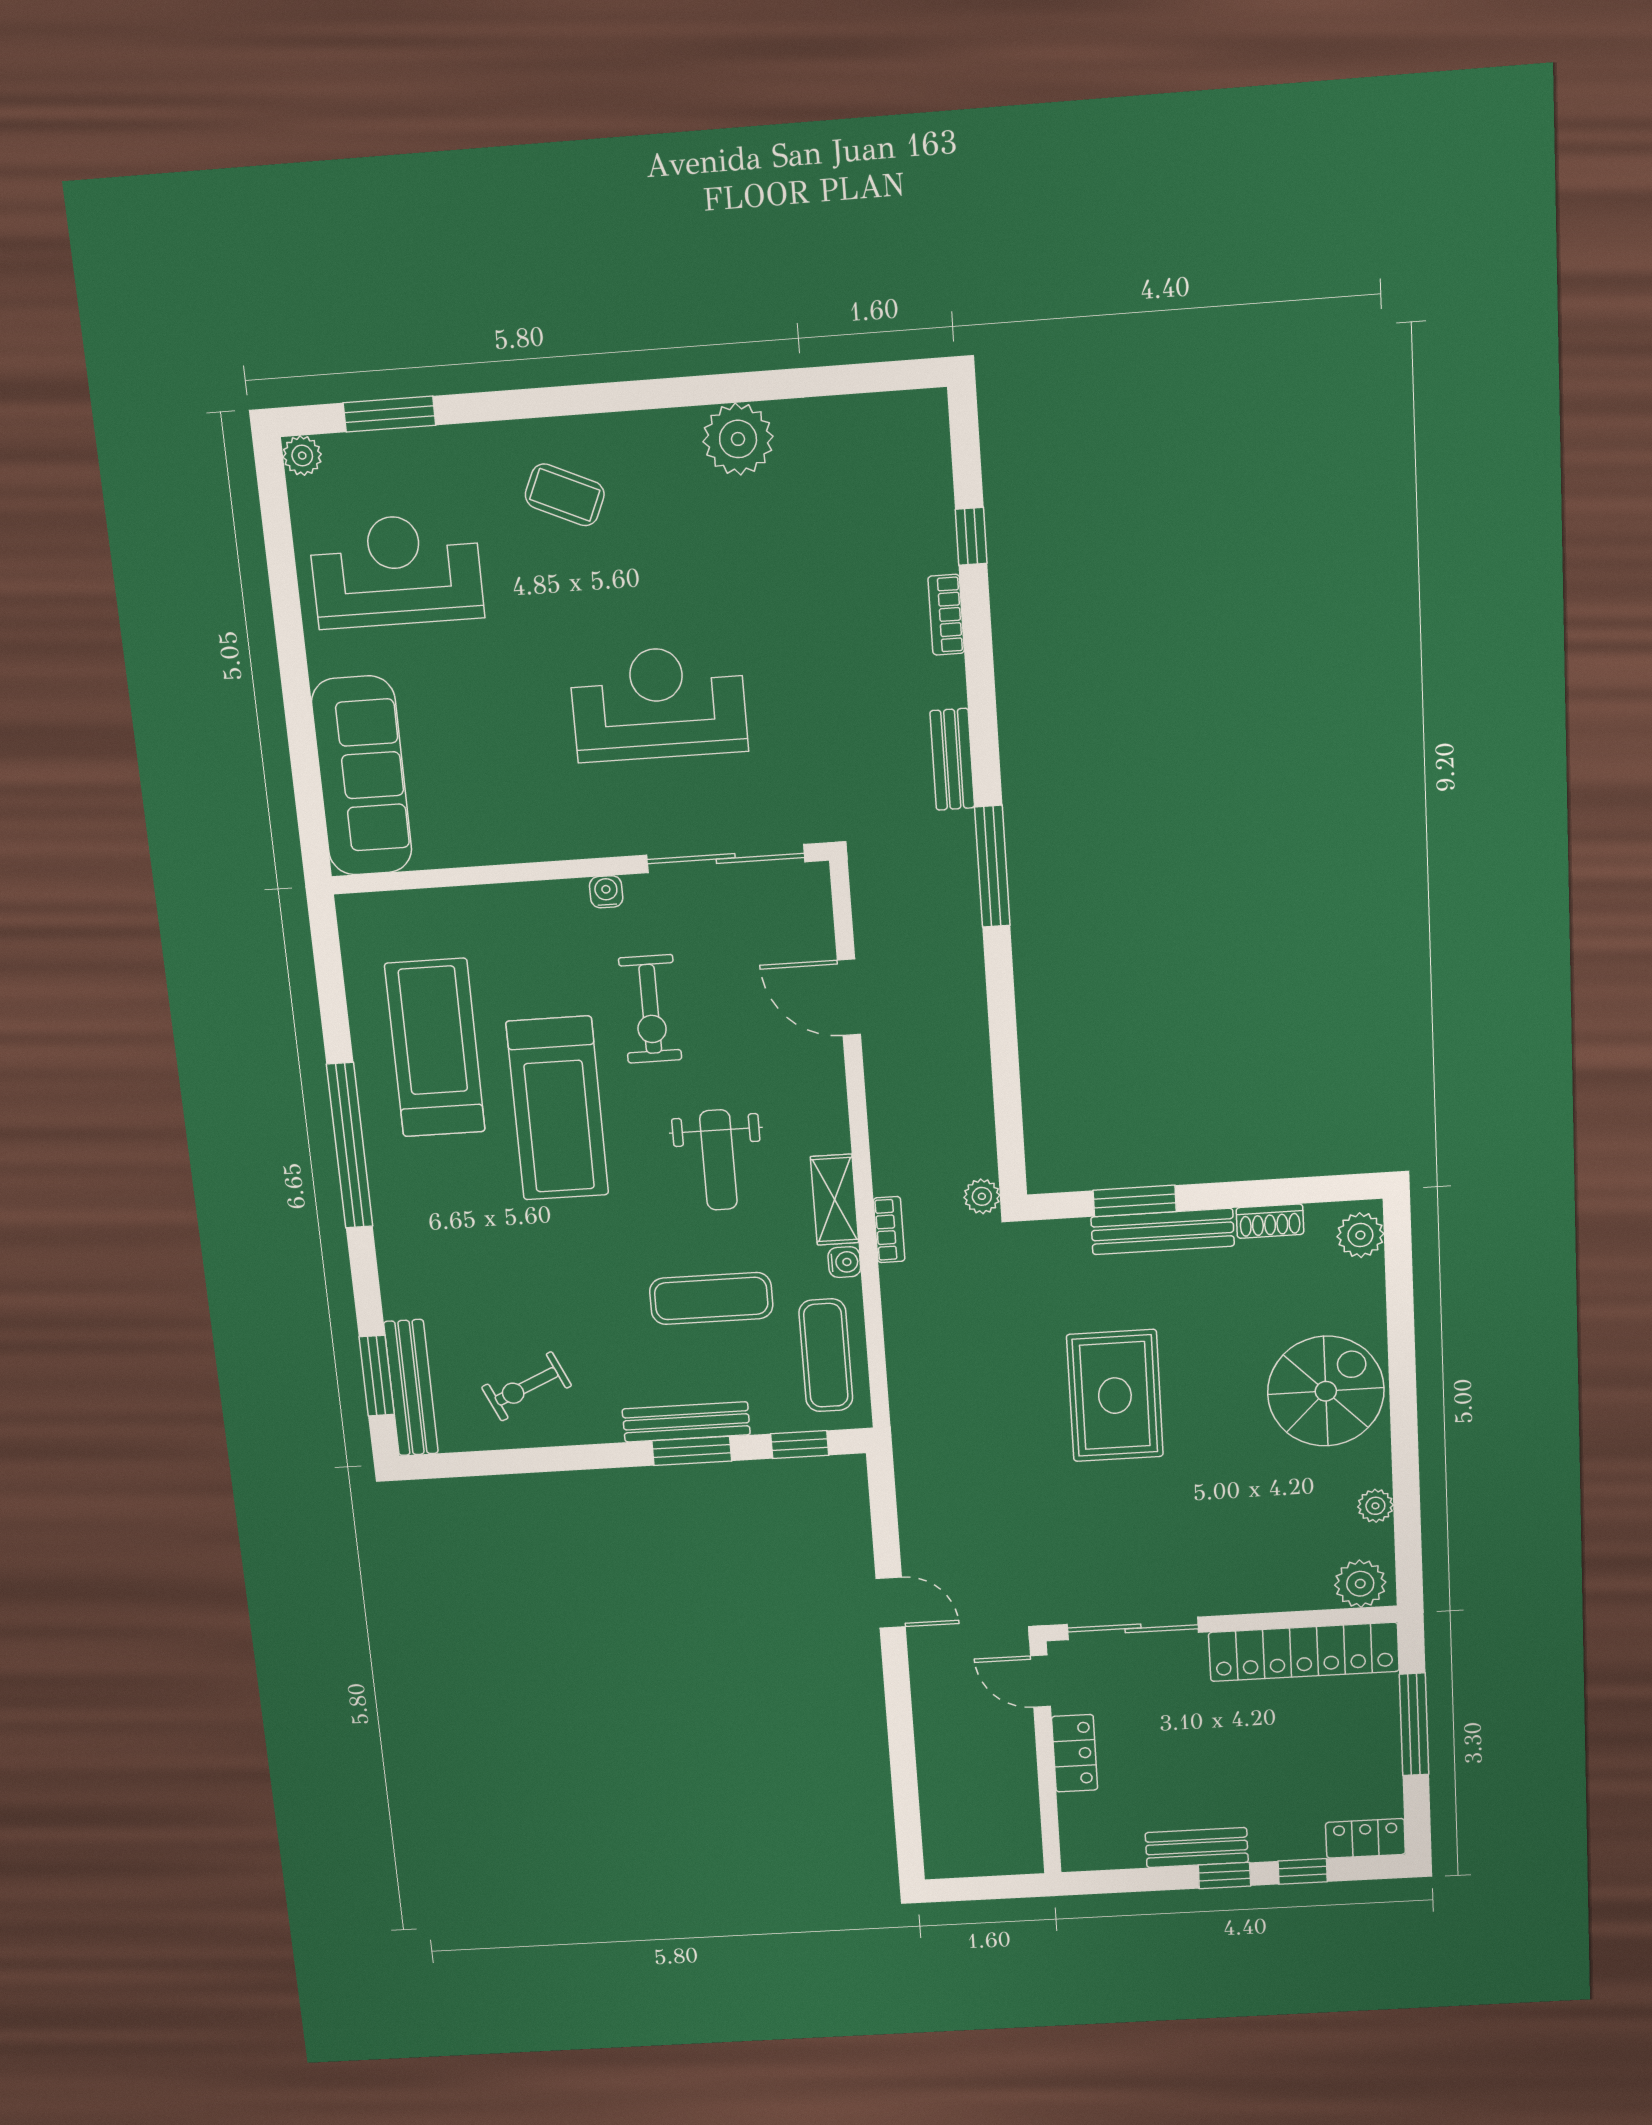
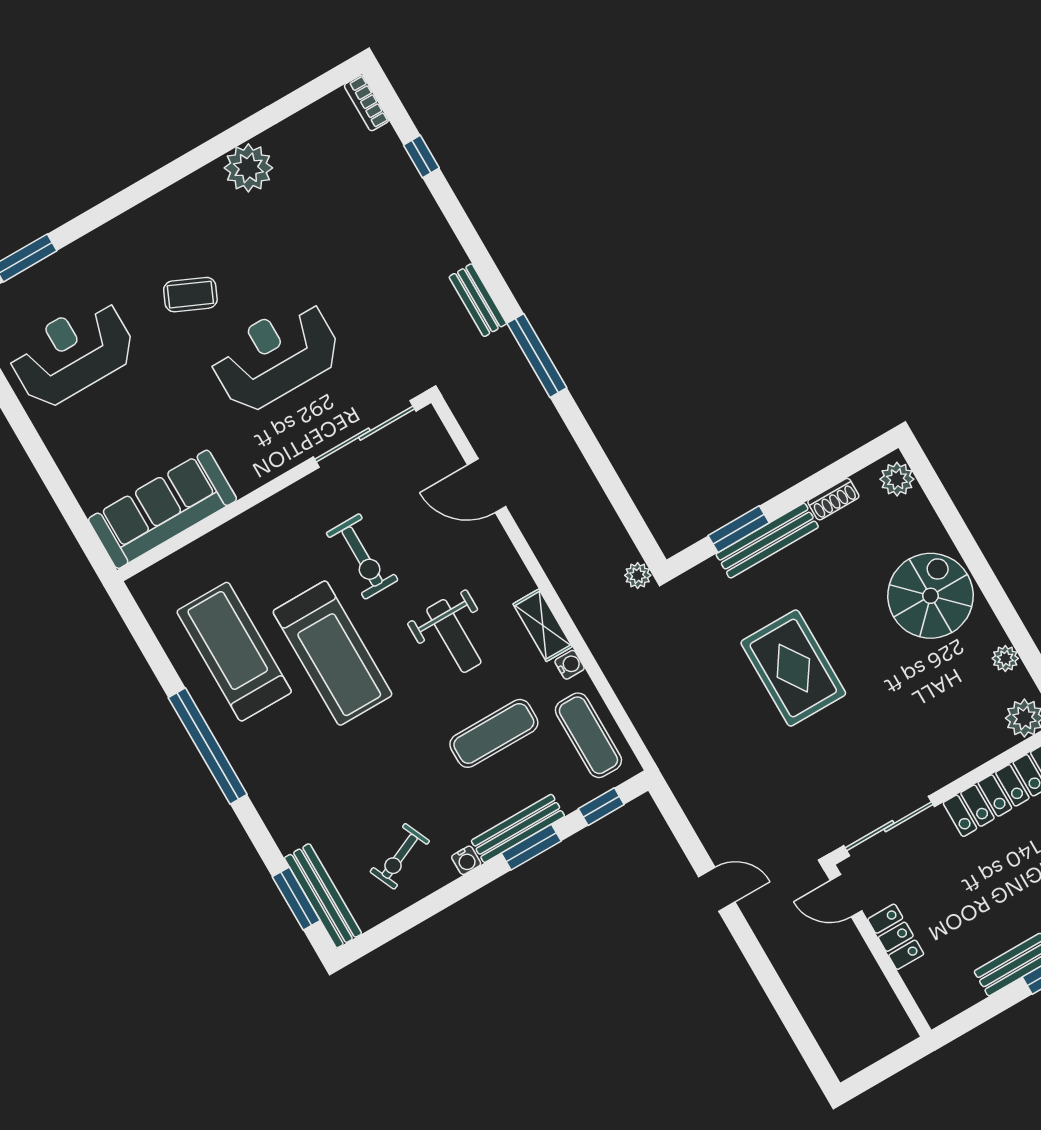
coffee table: (565, 495) -> (190, 295), moved
bookcase: (946, 615) -> (366, 103), moved
sofa: (362, 776) -> (163, 509), moved, turned -90
water cooler: (606, 892) -> (466, 860), moved, turned 180
bookcase: (889, 1230) -> (588, 628), removed

